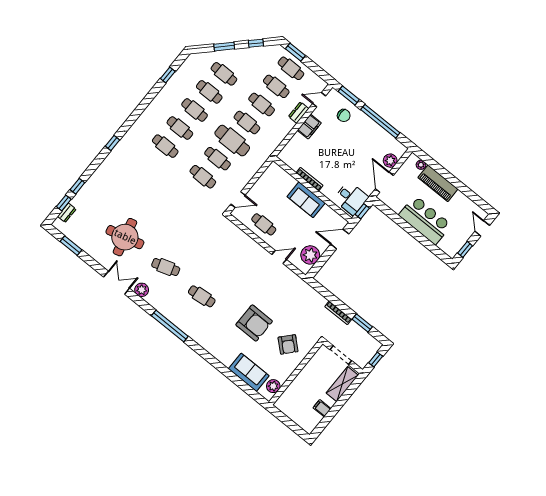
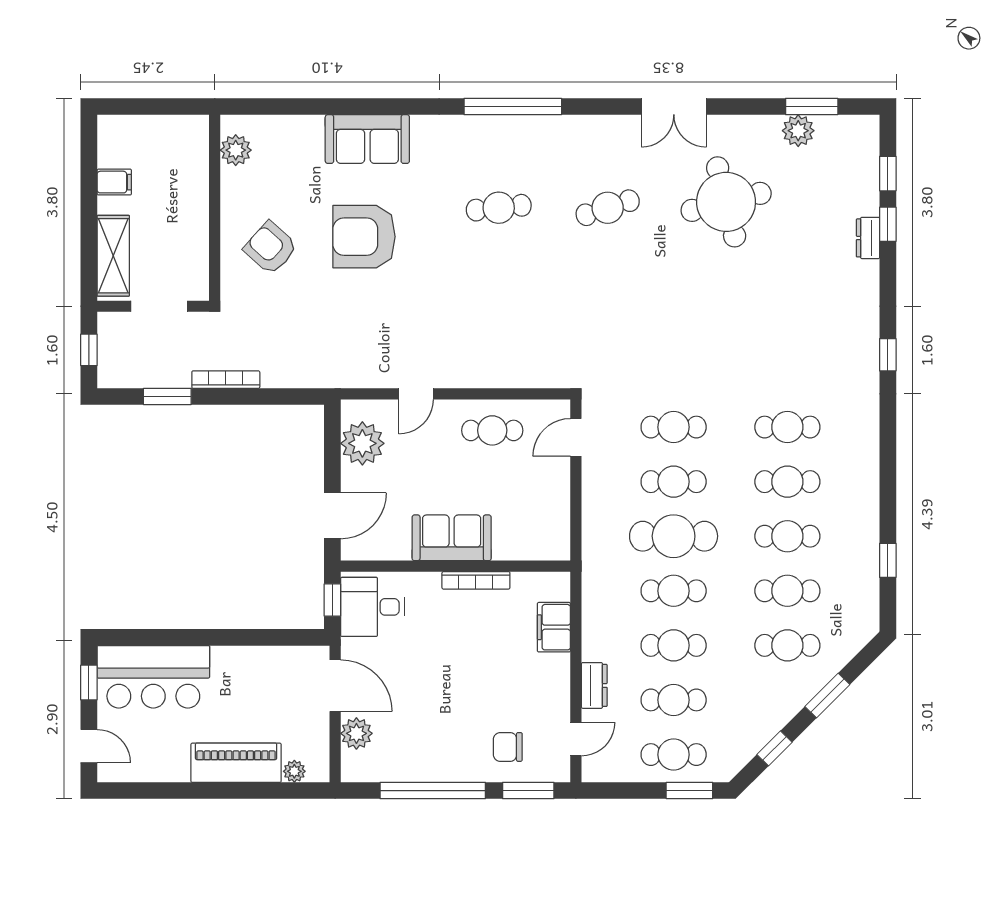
filing cabinet: (309, 127) -> (554, 627), moved
dresser: (67, 213) -> (868, 238), moved
bar counter: (425, 220) -> (153, 677), moved
plant: (142, 290) -> (798, 131), moved
sofa: (249, 372) -> (367, 139), moved

